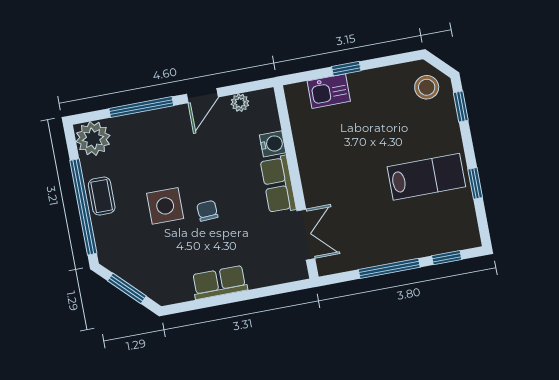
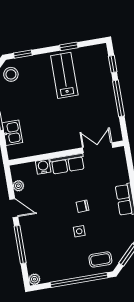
plant: (93, 139) -> (34, 279), width x0.53, depth x0.53
coffee table: (102, 196) -> (100, 259), moved
side table: (165, 206) -> (79, 231), width x0.54, depth x0.54

